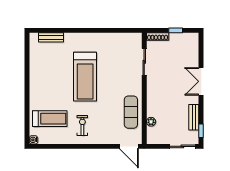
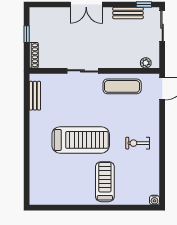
bench: (51, 37) -> (35, 96), moved
sliding door: (144, 62) -> (82, 71), moved
treadmill: (50, 119) -> (105, 182), moved
plant: (151, 122) -> (146, 63), moved

